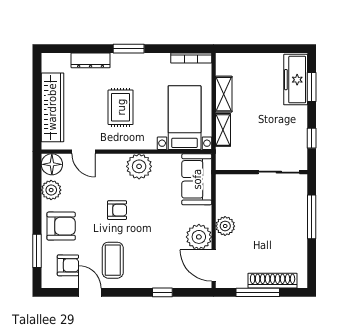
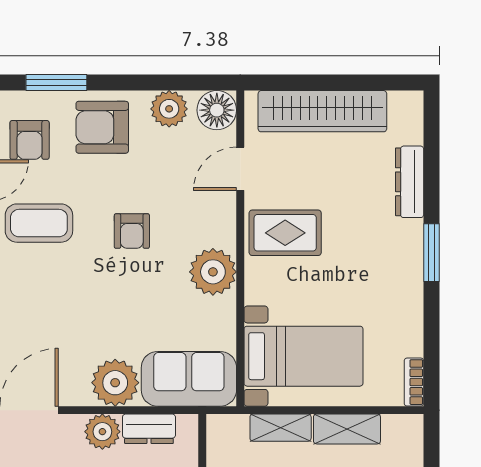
bookcase: (191, 58) -> (414, 382), width x0.64
rug: (121, 107) -> (285, 233), moved
dresser: (224, 201) -> (149, 429), added
armchair: (61, 226) -> (102, 127), turned 90
plant: (199, 237) -> (115, 383), moved

